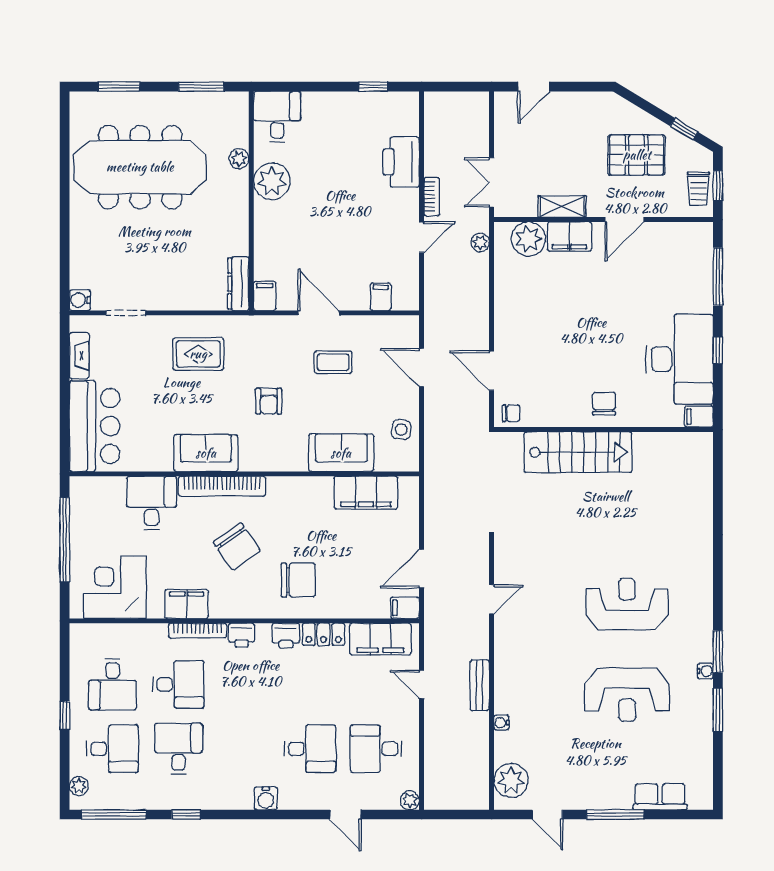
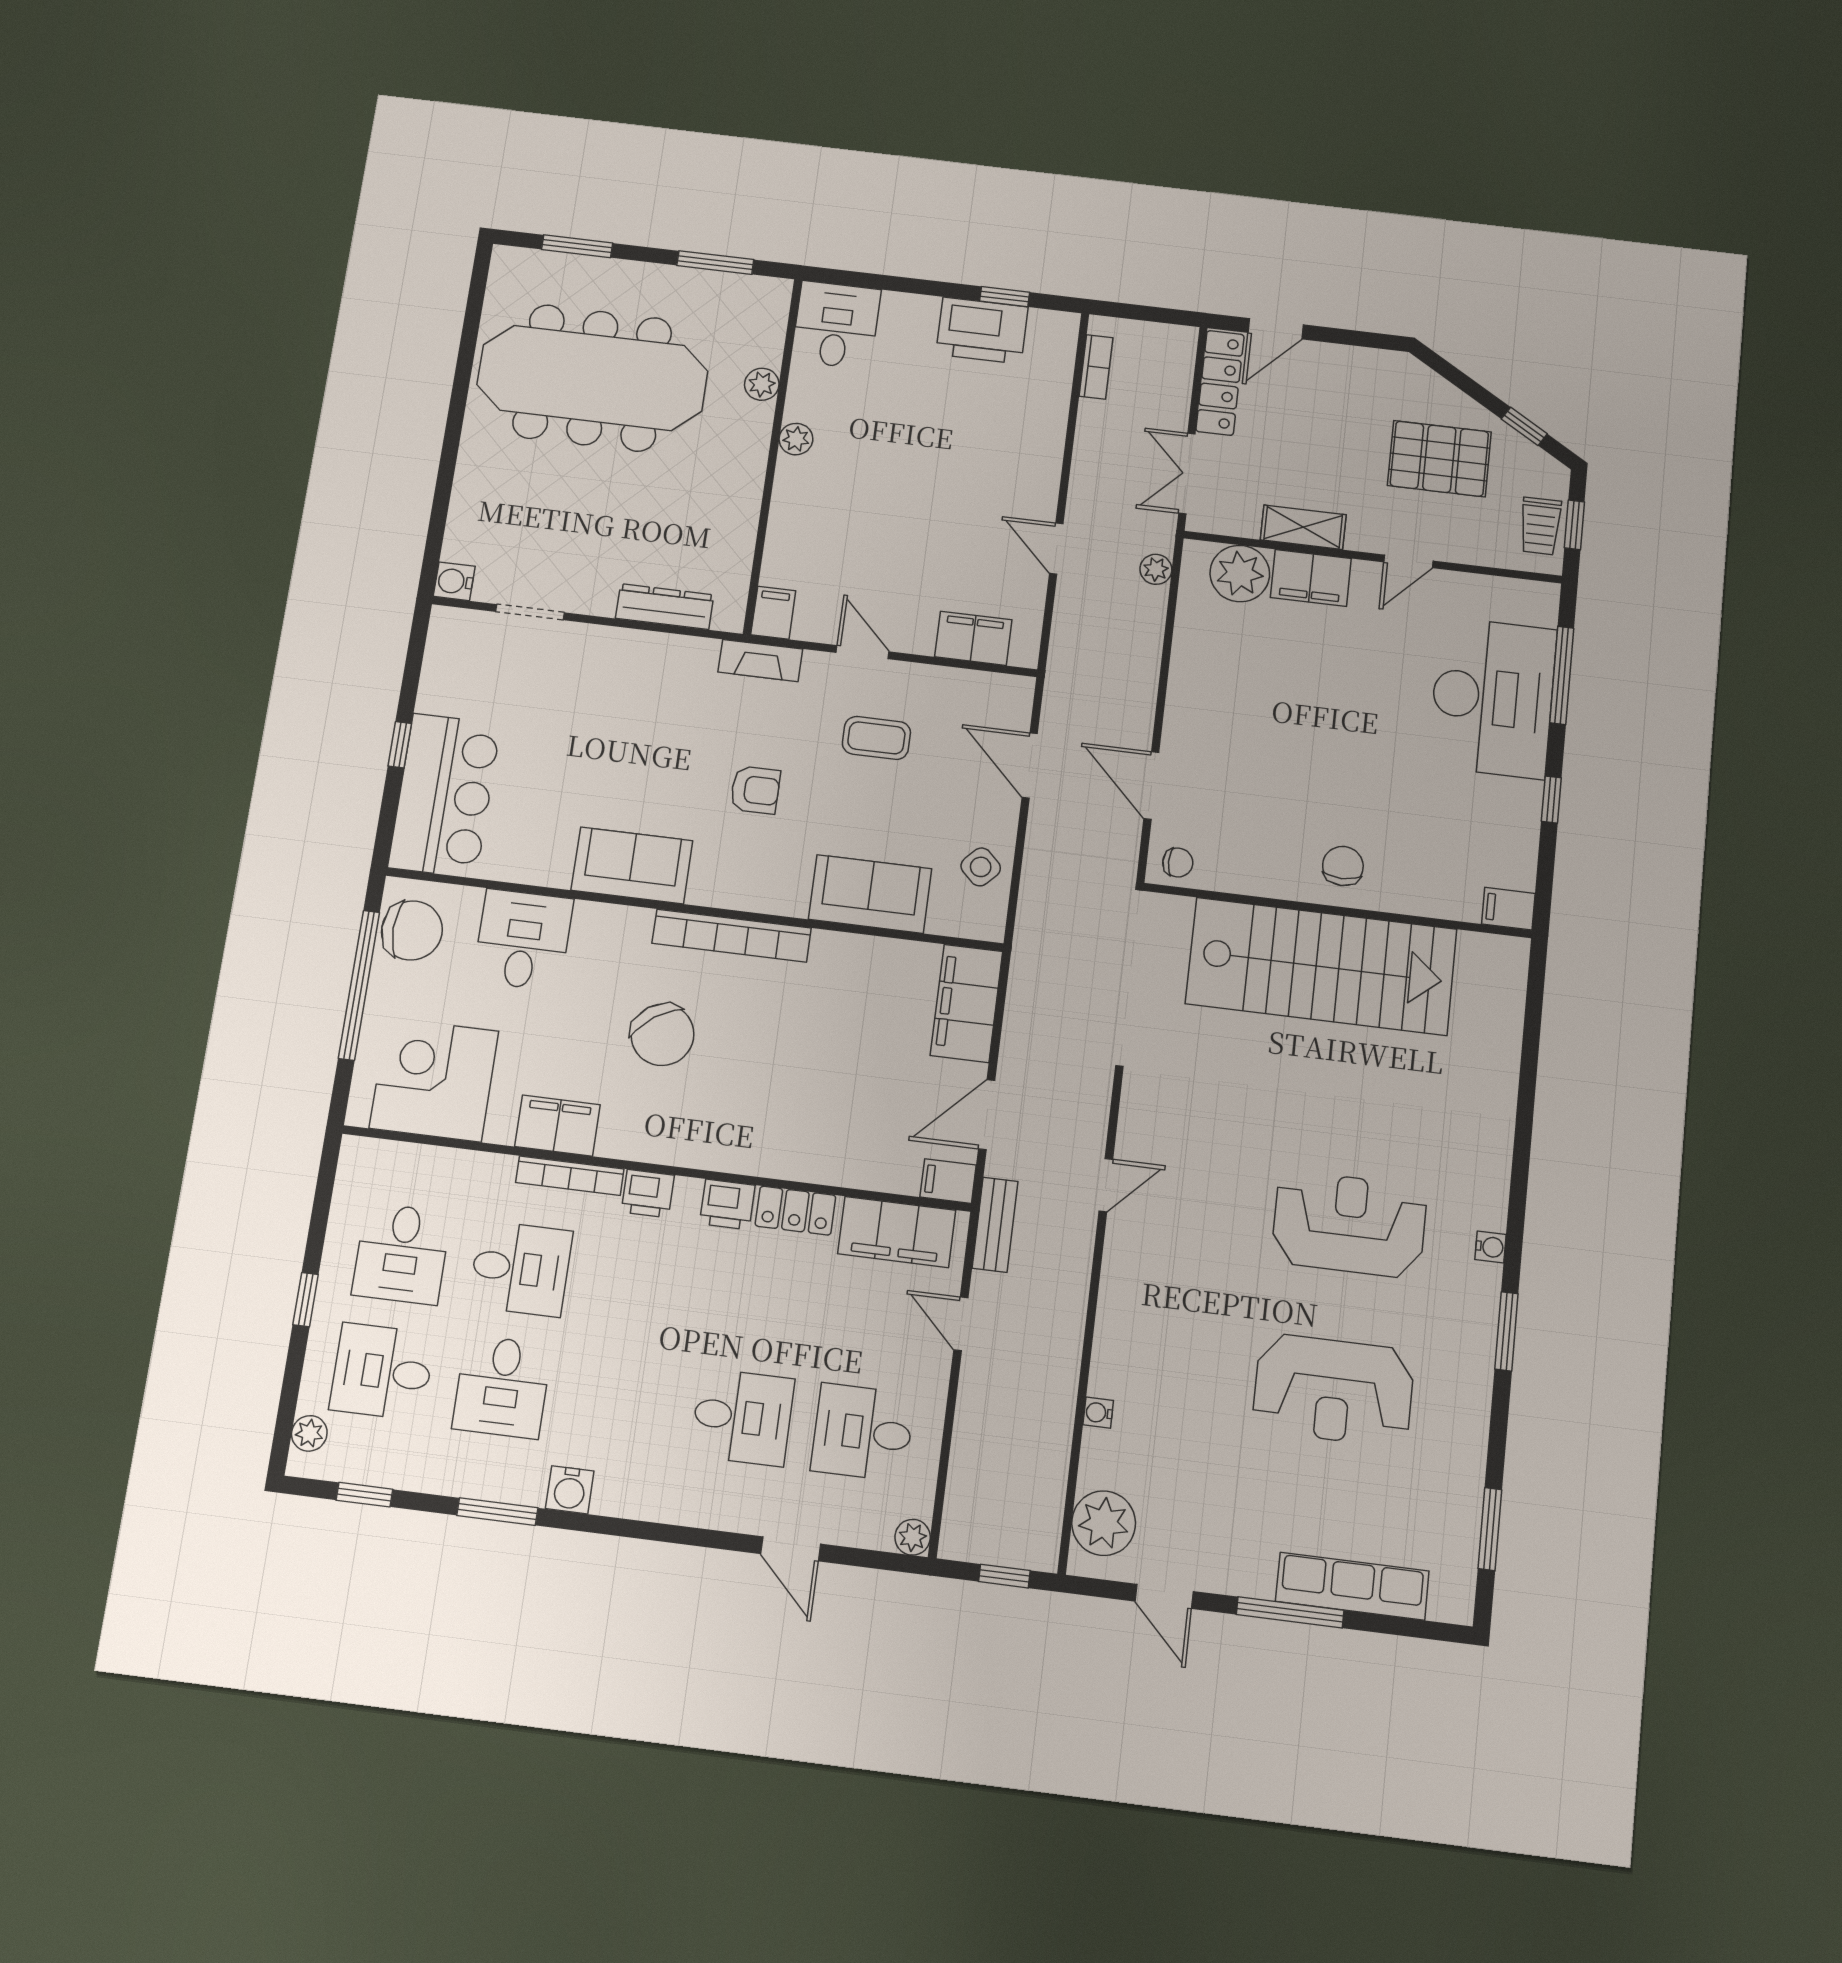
locker: (505, 124) -> (1220, 383), added
printer: (401, 162) -> (982, 331), moved, turned -90
plant: (272, 181) -> (796, 439), width x0.53, depth x0.53
bookcase: (432, 197) -> (1096, 367), moved
door: (624, 220) -> (1408, 561), width x0.73
door: (422, 237) -> (1056, 549), swing flipped
dresser: (238, 284) -> (665, 607), moved, turned 90
filing cabinet: (381, 297) -> (973, 638), width x2.00
door: (319, 313) -> (863, 652), width x0.73
rug: (198, 354) -> (644, 696), removed
fireplace: (79, 356) -> (760, 660), moved, turned 90
desk: (680, 359) -> (1492, 698), moved
window: (65, 400) -> (400, 745), added
armchair: (269, 401) -> (755, 790), turned -90
side table: (401, 430) -> (981, 867), turned 37
stairs: (578, 452) -> (1321, 966), width x1.36, depth x1.51
bookcase: (222, 486) -> (732, 936), moved
filing cabinet: (366, 493) -> (966, 1003), moved, turned 90
chair: (298, 580) -> (412, 930), moved
water cooler: (705, 671) -> (1491, 1247), moved
bench: (480, 685) -> (995, 1225), moved
window: (718, 709) -> (1490, 1529), moved
desk: (113, 749) -> (382, 1372), turned 180
desk: (178, 749) -> (502, 1387), turned 180
row of seats: (660, 797) -> (1352, 1586), width x1.48
water cooler: (266, 798) -> (570, 1490), moved
window: (114, 815) -> (364, 1495), width x0.46
window: (186, 815) -> (497, 1512), width x1.50
window: (461, 815) -> (1004, 1576), added

